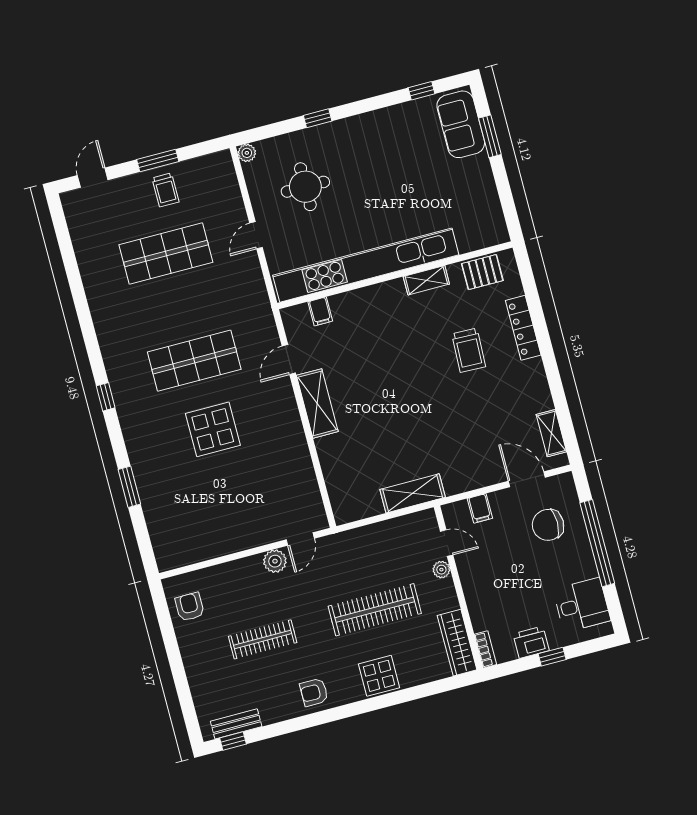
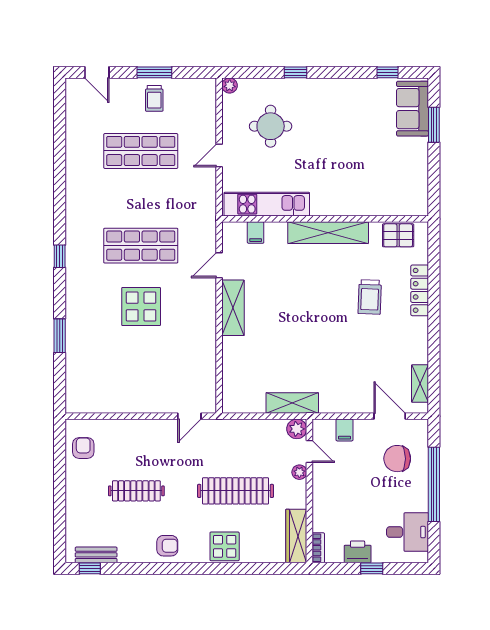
door: (93, 178) -> (97, 72), swing flipped
kitchen unit: (366, 265) -> (267, 204), width x0.54
shelving: (426, 280) -> (328, 233), width x2.20, depth x1.33
plant: (275, 561) -> (297, 429), moved
armchair: (314, 692) -> (167, 546), turned 180

